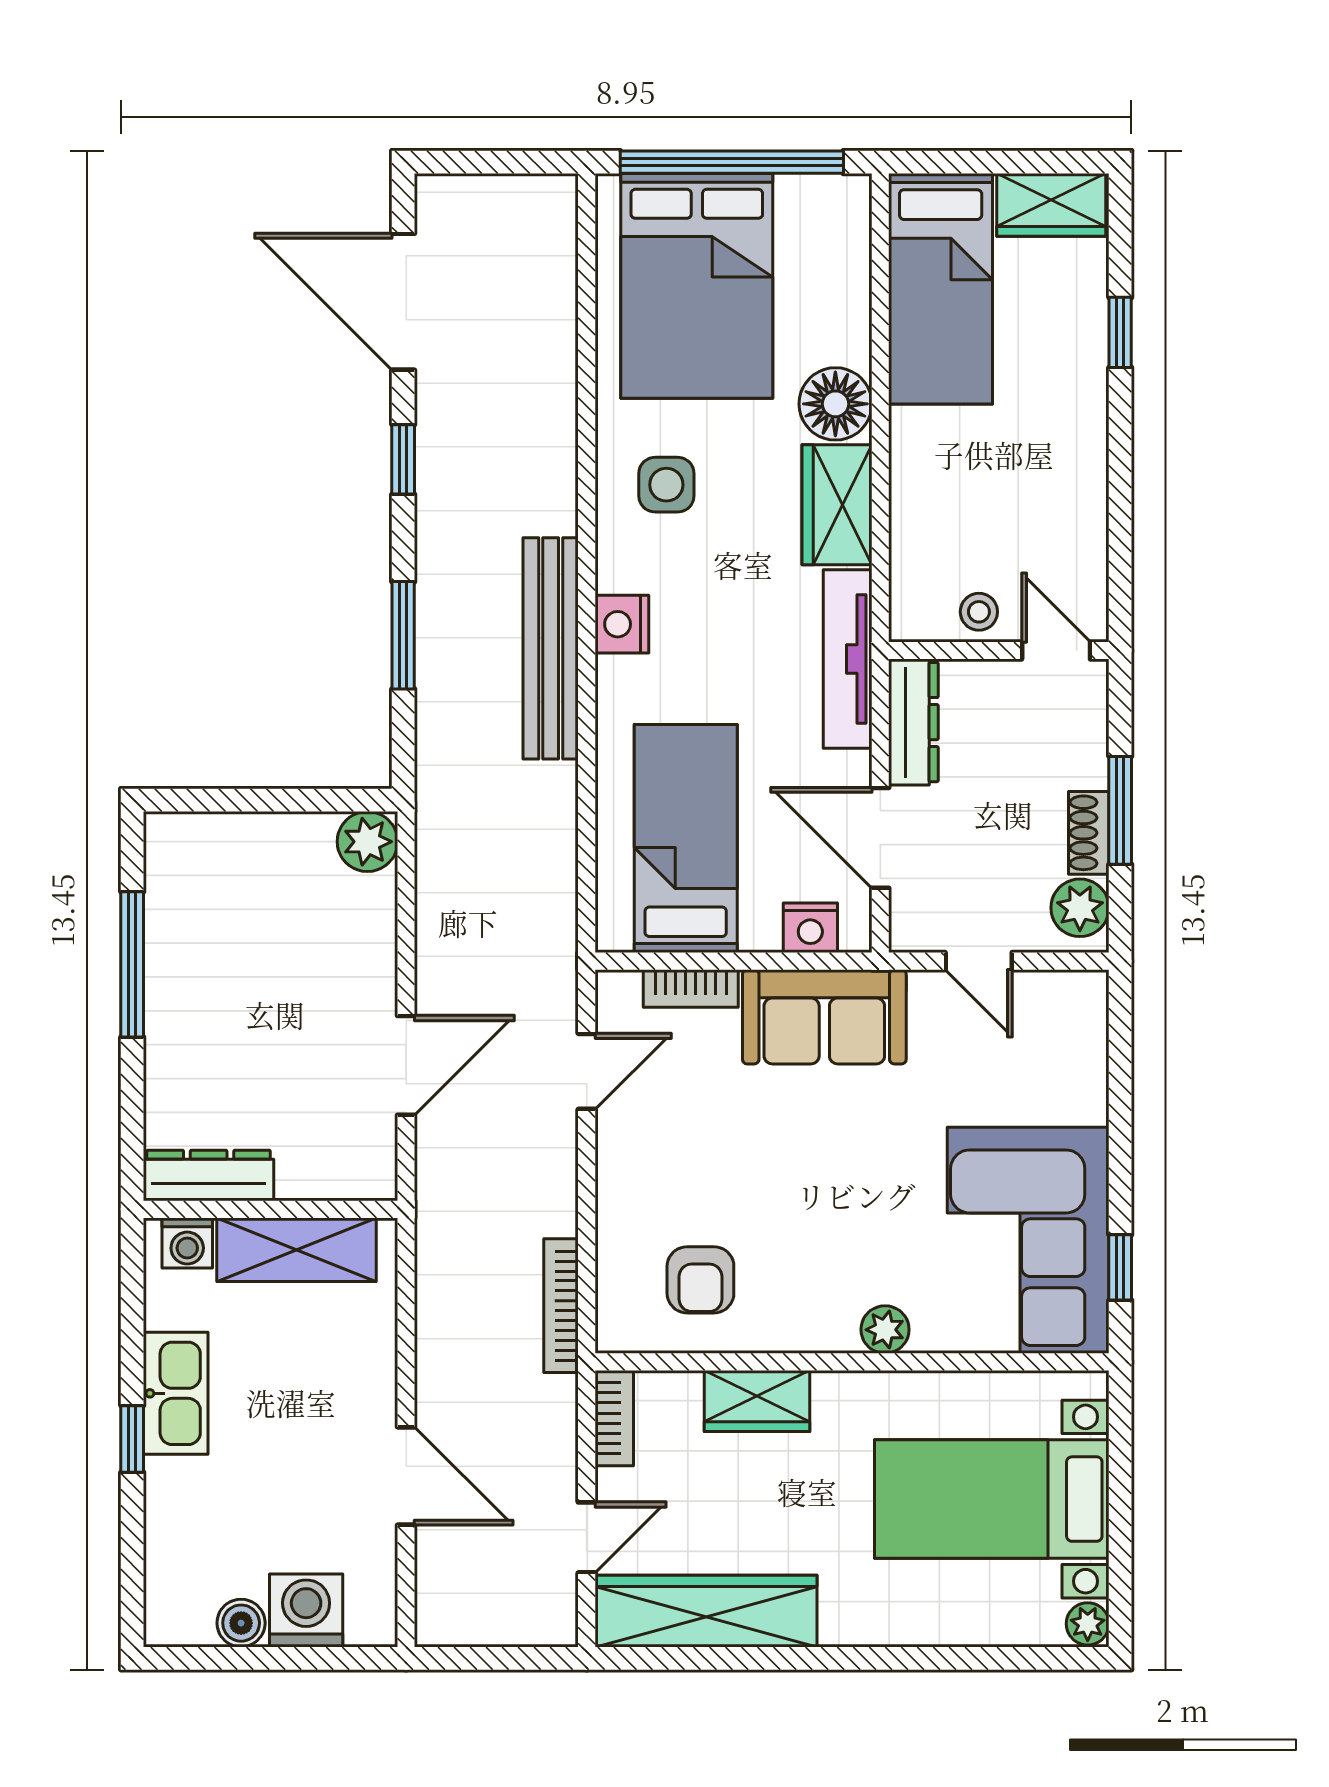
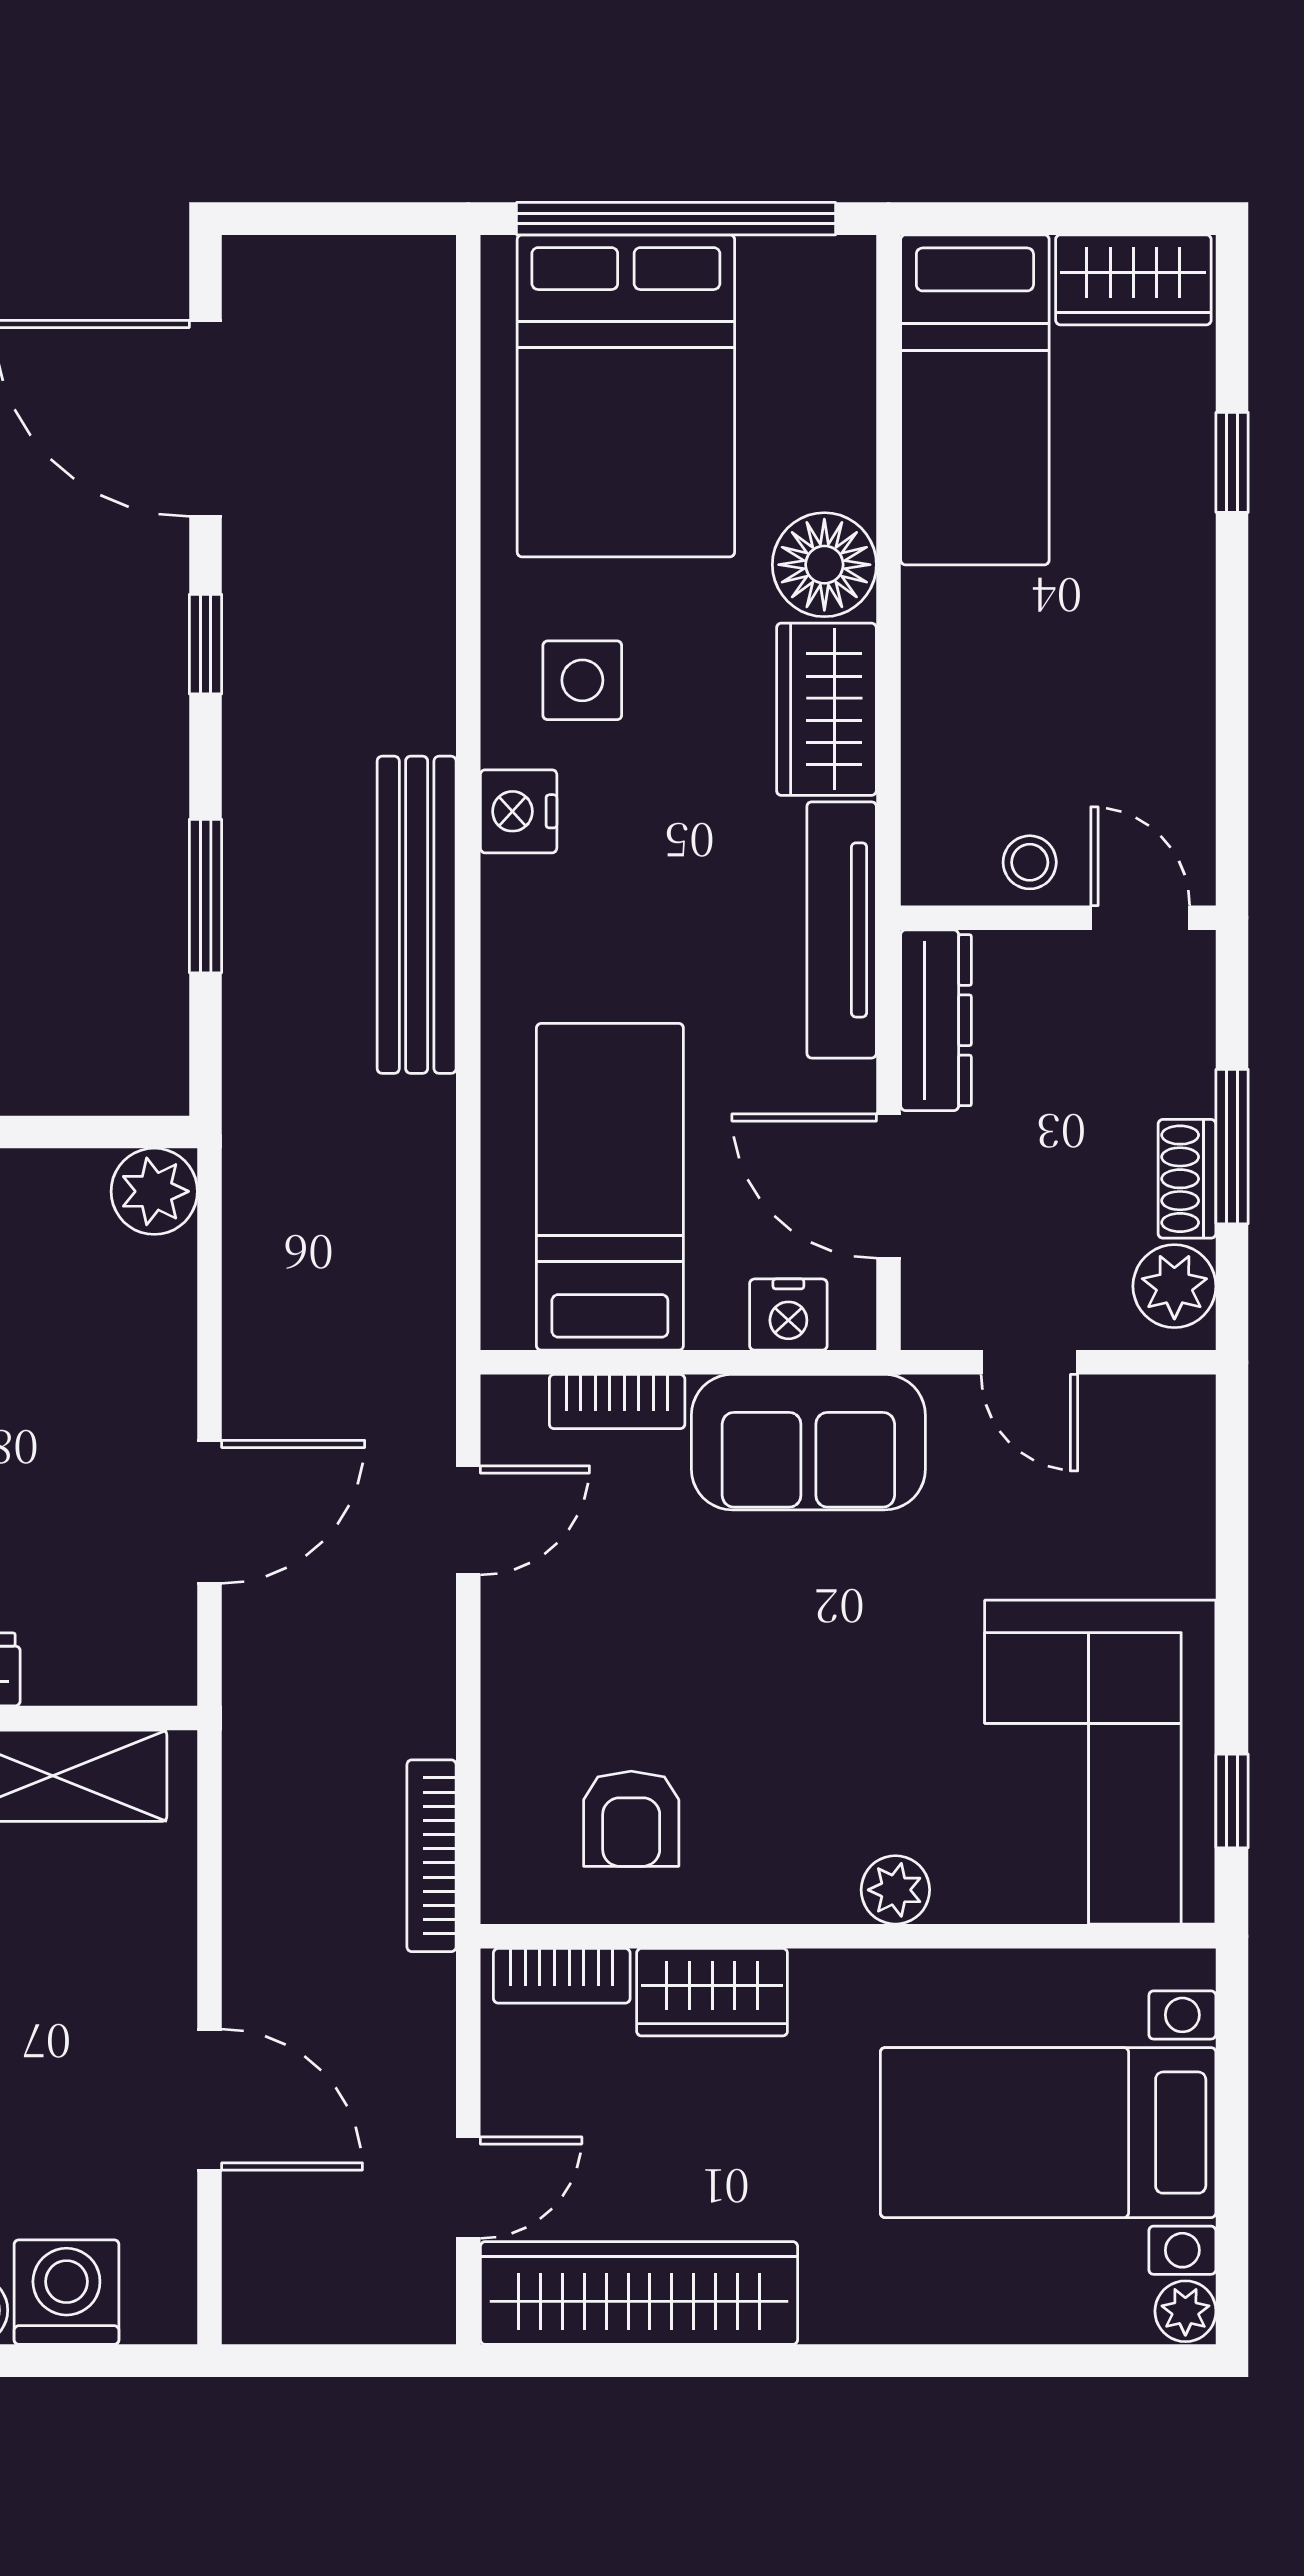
nightstand: (622, 624) -> (519, 811), moved
bookcase: (614, 1418) -> (562, 1976), moved, turned 90

